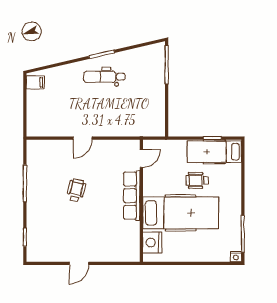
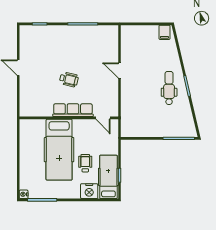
wheelchair: (76, 190) -> (69, 79), moved
nightstand: (152, 243) -> (89, 191), moved, turned 180

